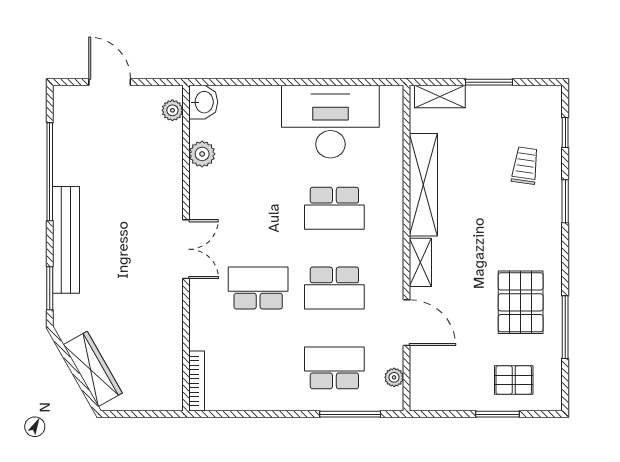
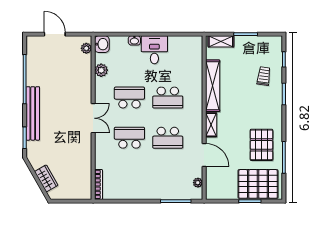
washbasin: (268, 95) -> (134, 40), added
desk: (330, 122) -> (154, 50), width x0.53, depth x0.77
school desk: (334, 368) -> (129, 98), moved
wardrobe: (93, 369) -> (46, 178), width x0.67
pallet: (514, 380) -> (258, 184), width x2.05, depth x2.00

